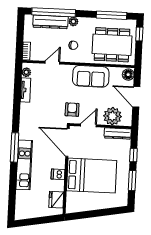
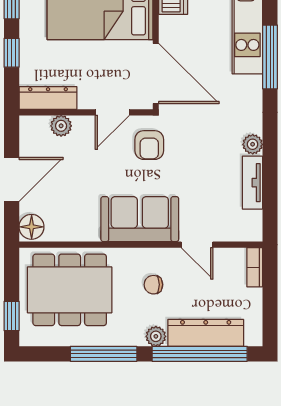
window: (112, 15) -> (104, 354), moved
door: (52, 63) -> (197, 245), hinge flipped
plant: (26, 72) -> (253, 144), moved
sofa: (91, 76) -> (140, 219), moved
door: (136, 97) -> (12, 179), hinge flipped
plant: (112, 116) -> (61, 126), width x0.53, depth x0.53

